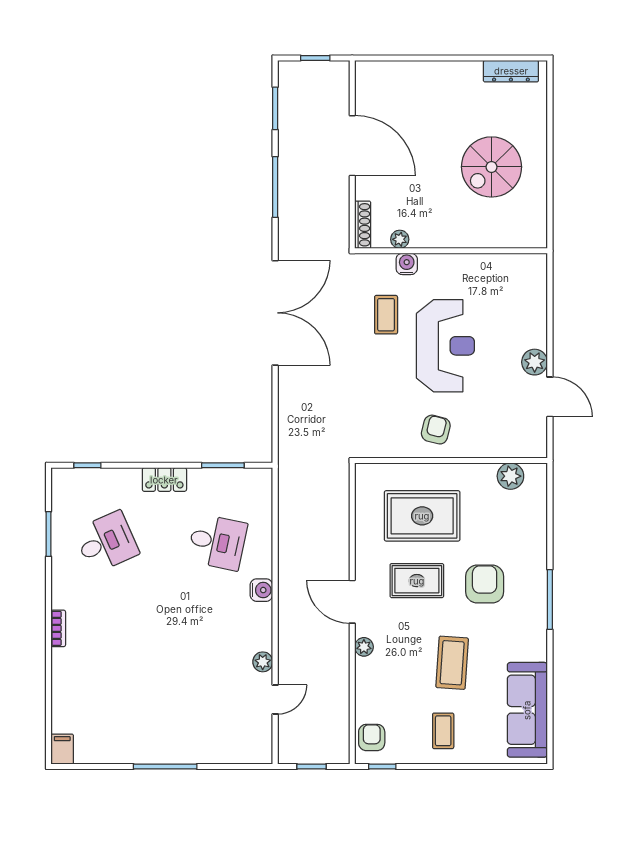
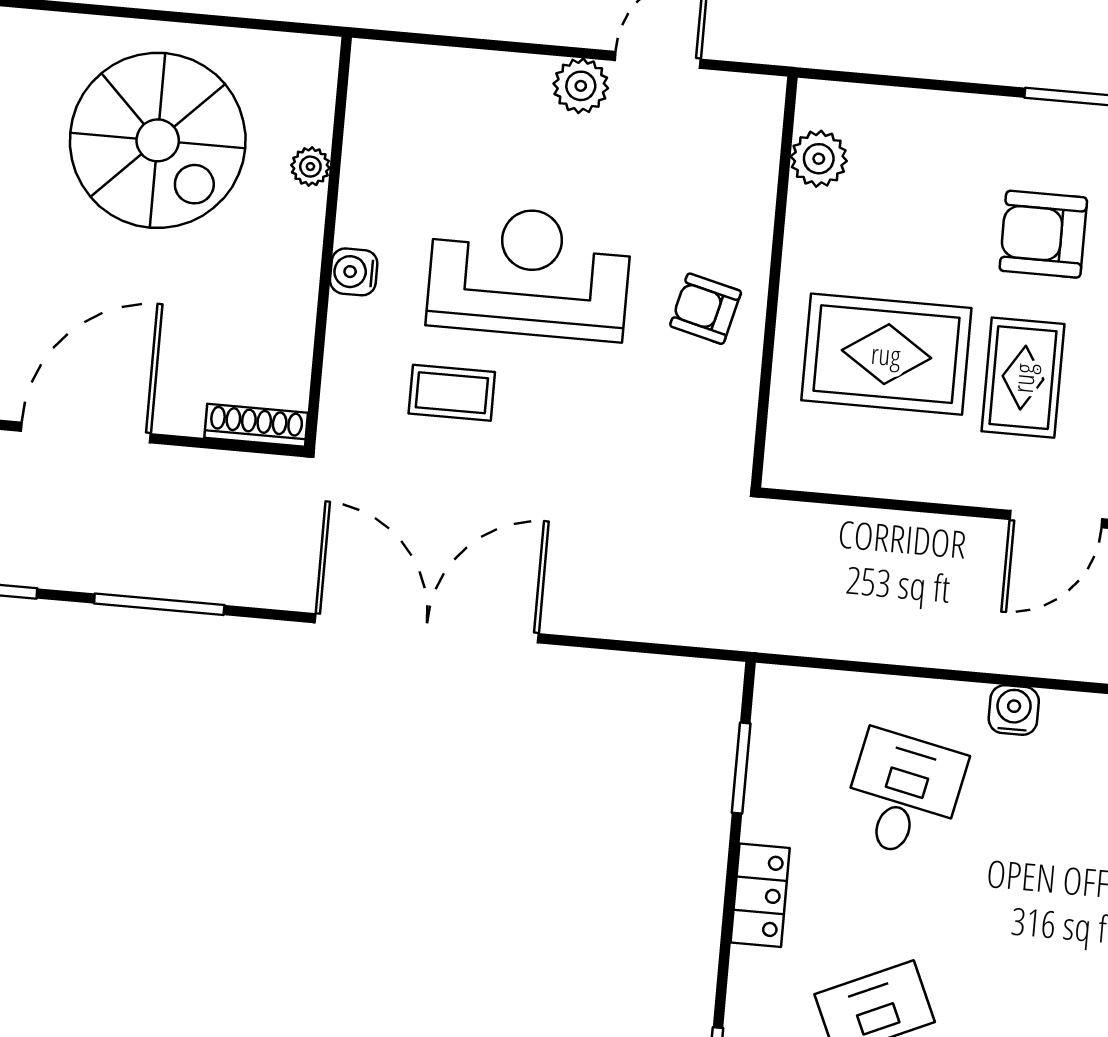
spiral stairs: (491, 167) -> (158, 140), width x1.37, depth x1.37
plant: (400, 239) -> (310, 167), moved
water cooler: (407, 264) -> (354, 272), moved
rug: (422, 516) -> (886, 354), turned 90

